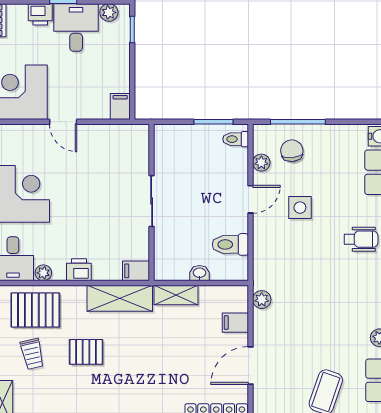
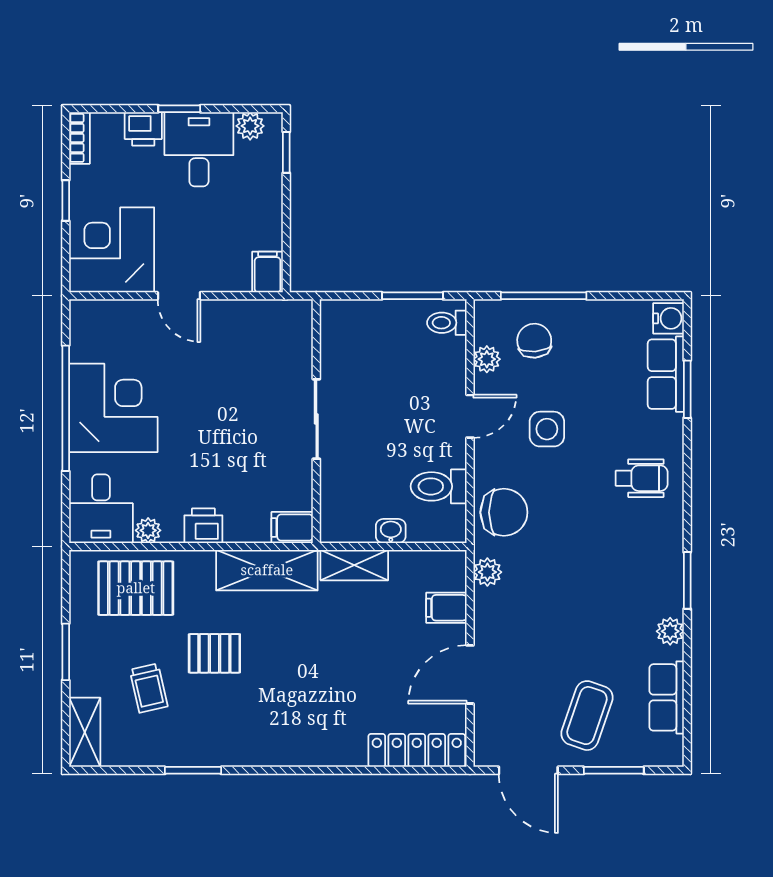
chair: (272, 261) -> (504, 512), added
trolley: (32, 354) -> (149, 688), moved

